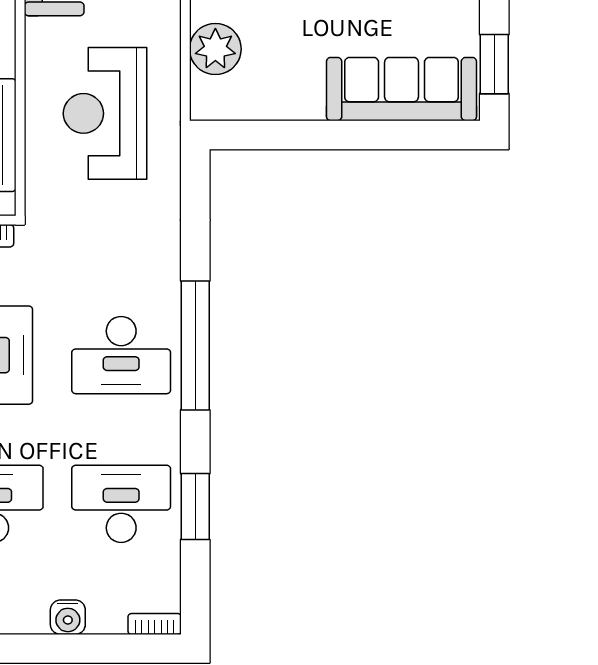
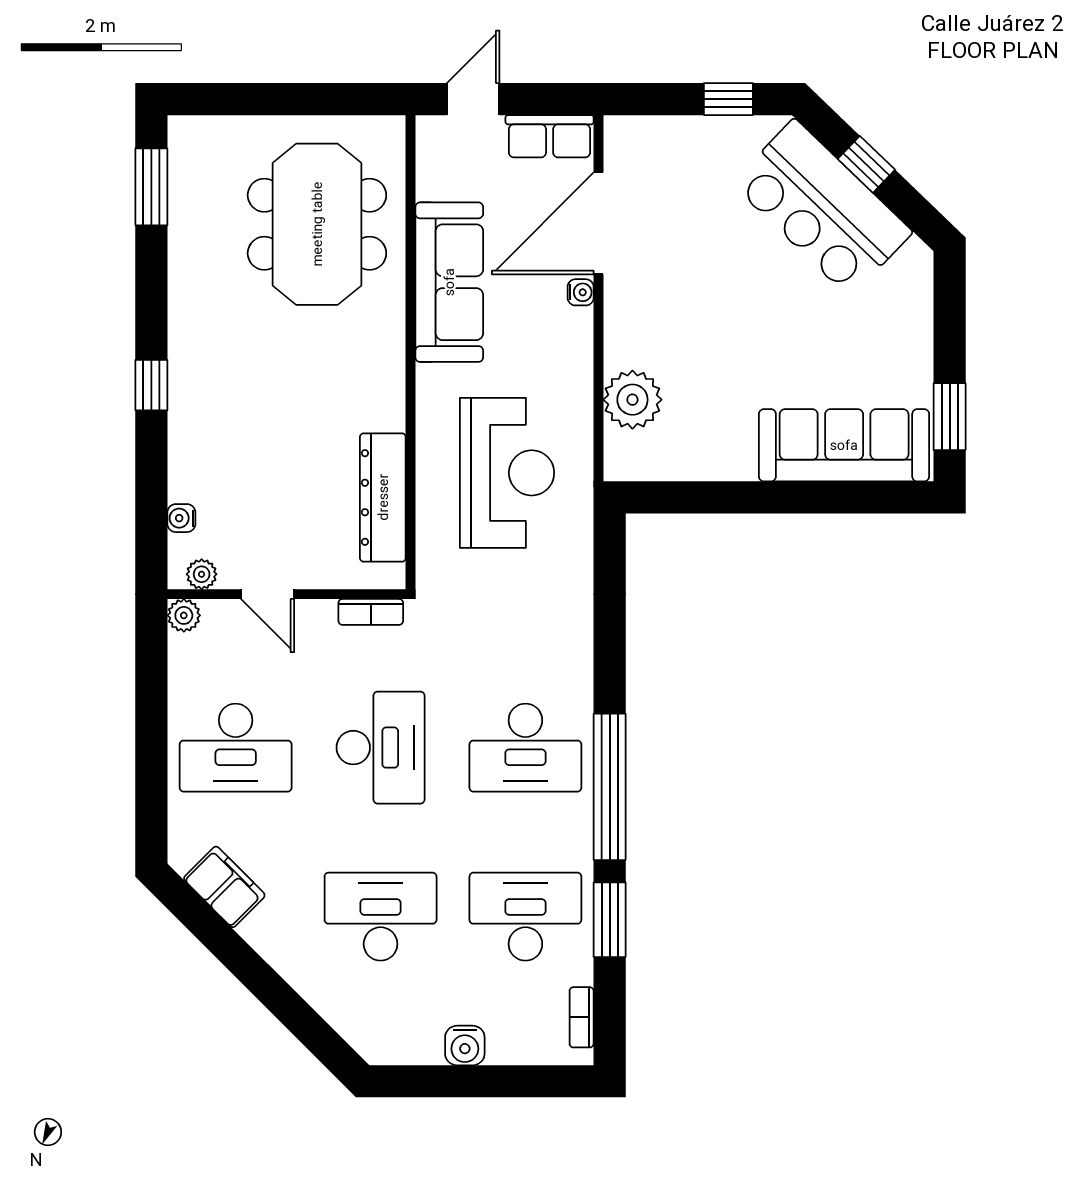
reception desk: (105, 113) -> (507, 473), turned 180
window: (195, 345) -> (610, 787), moved
bookcase: (155, 624) -> (582, 1017), moved, turned -90

